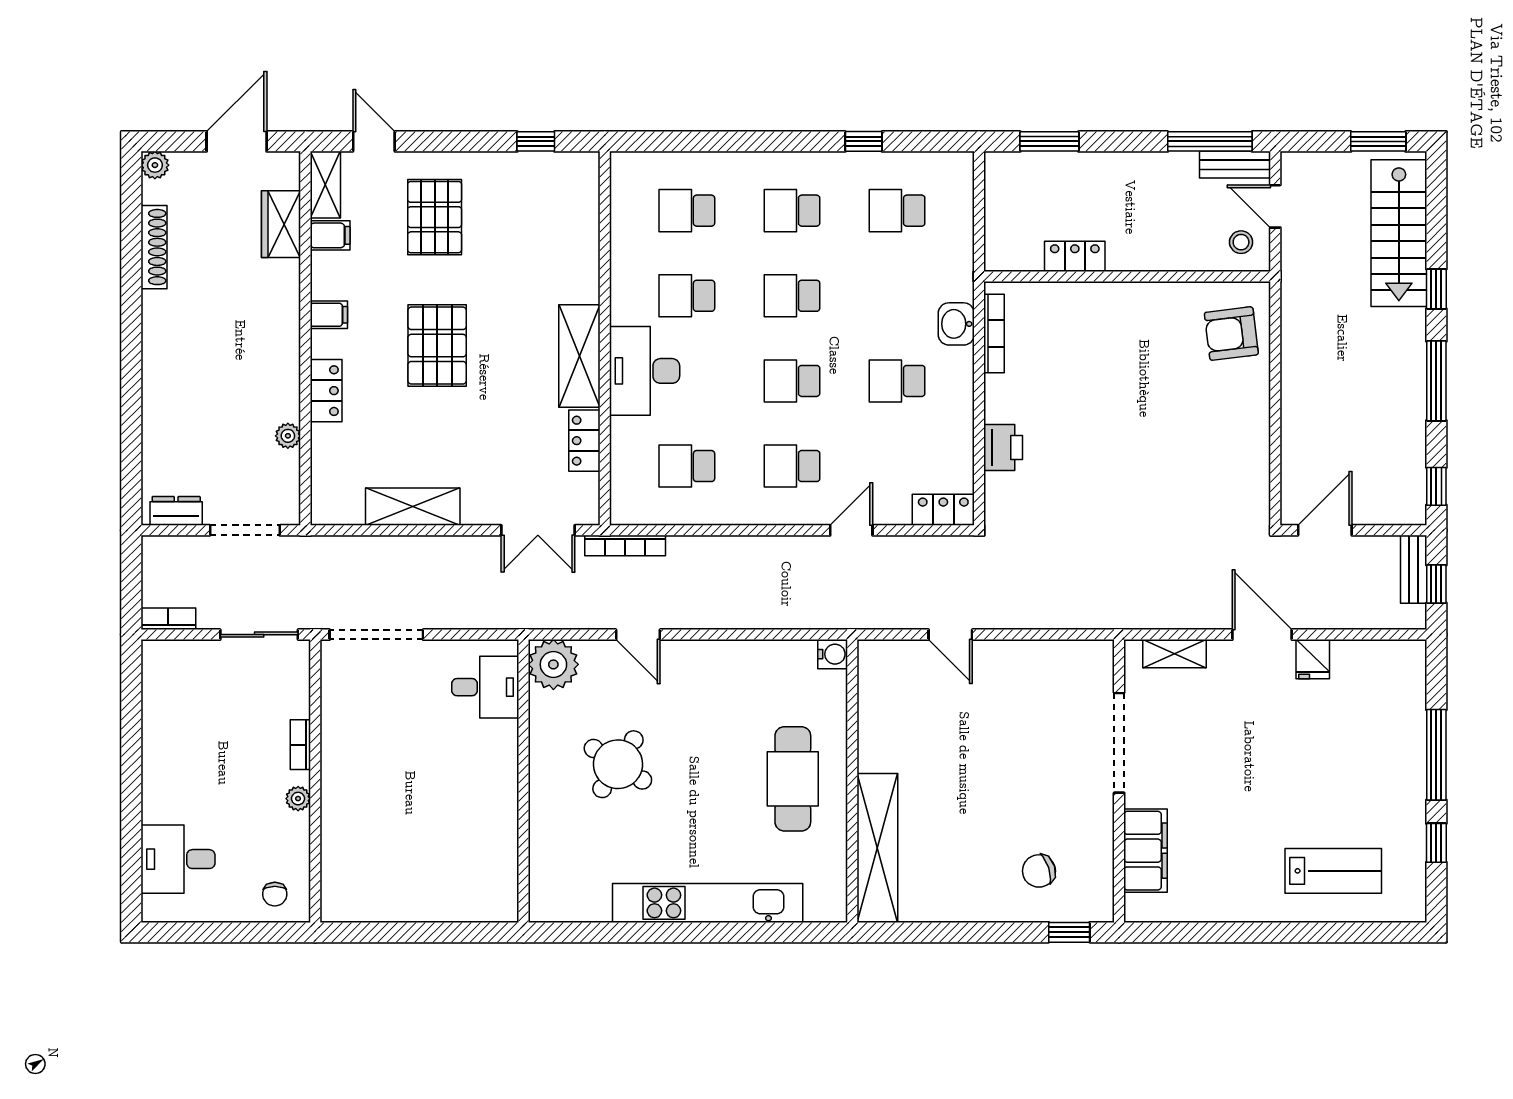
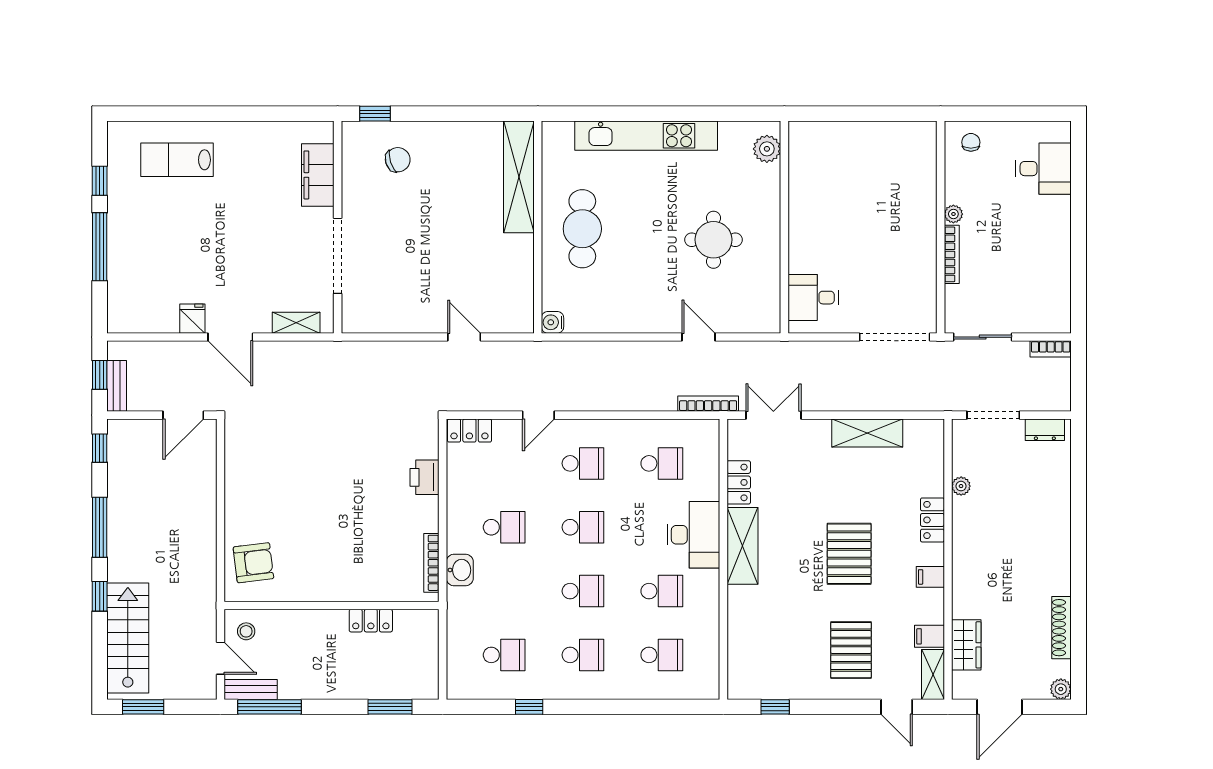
plant: (553, 664) -> (767, 149), moved, width x0.73, depth x0.73
bookcase: (300, 745) -> (952, 254), width x1.56
round table: (618, 764) -> (713, 240), turned -33

